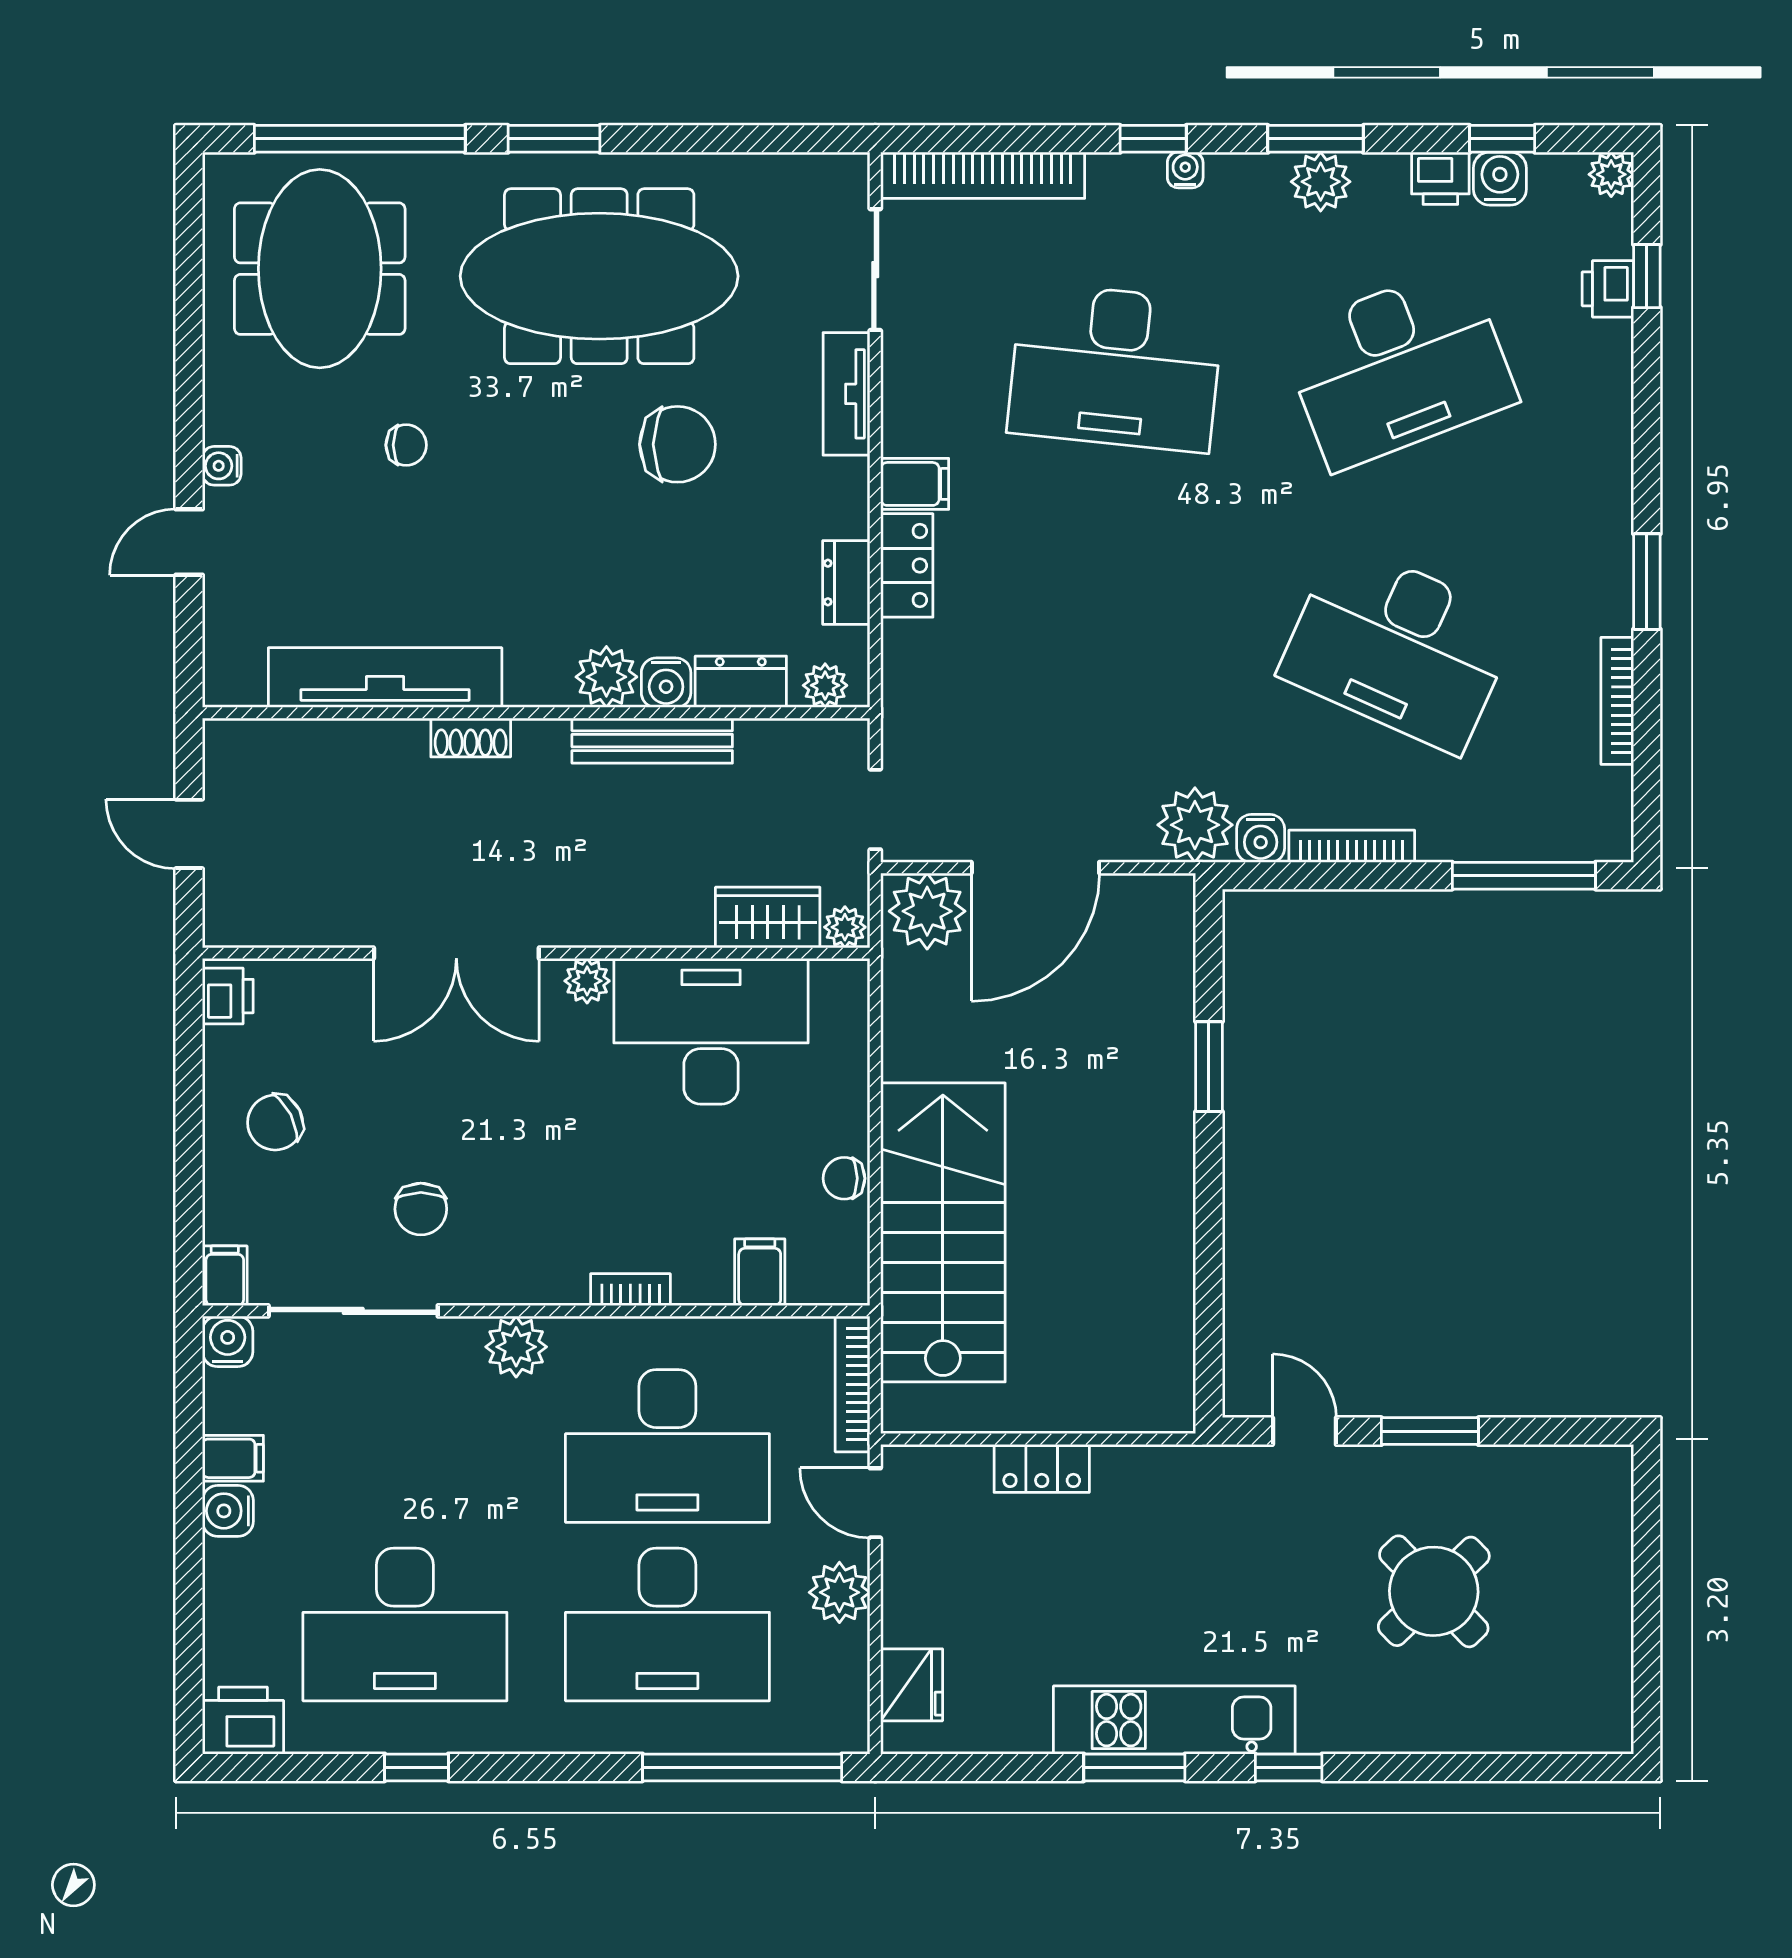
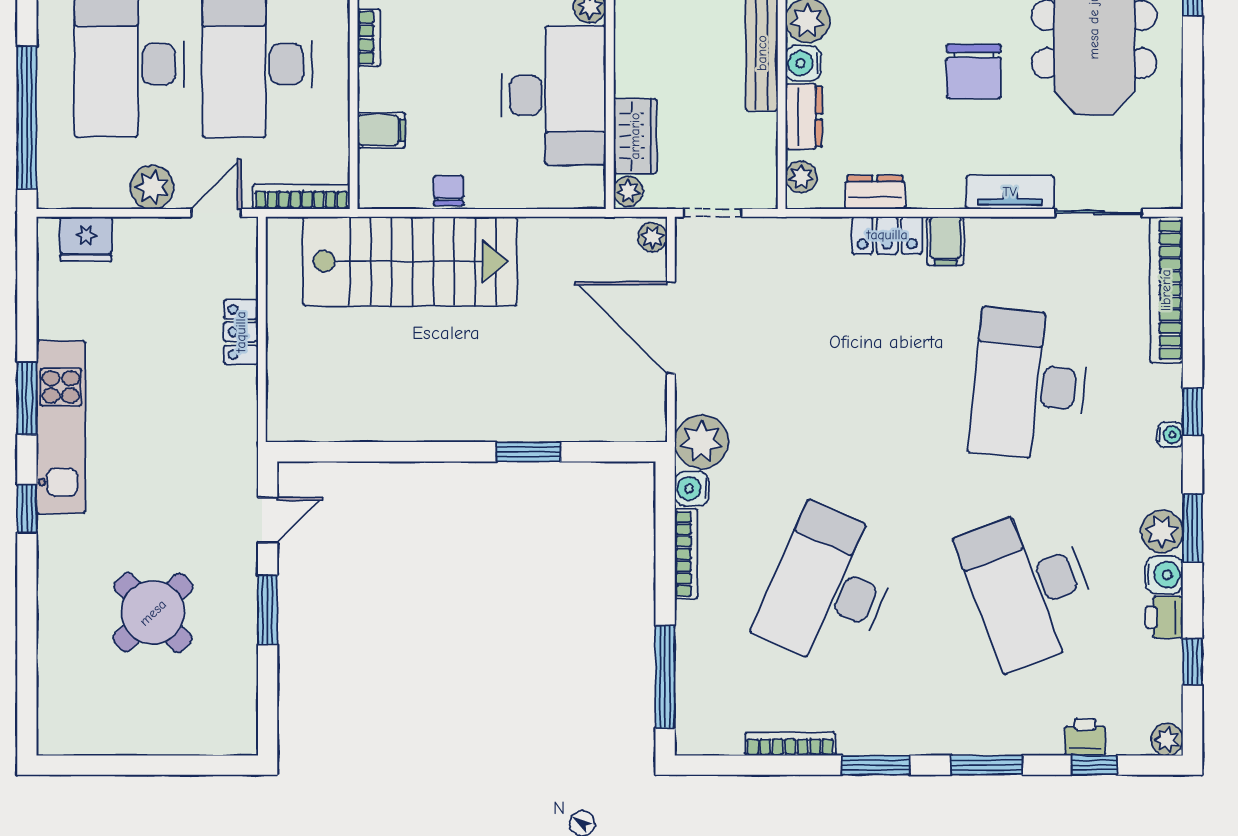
water cooler: (1500, 179) -> (1164, 575), moved
window: (1647, 427) -> (987, 765), added
plant: (927, 911) -> (652, 237), width x0.53, depth x0.53

